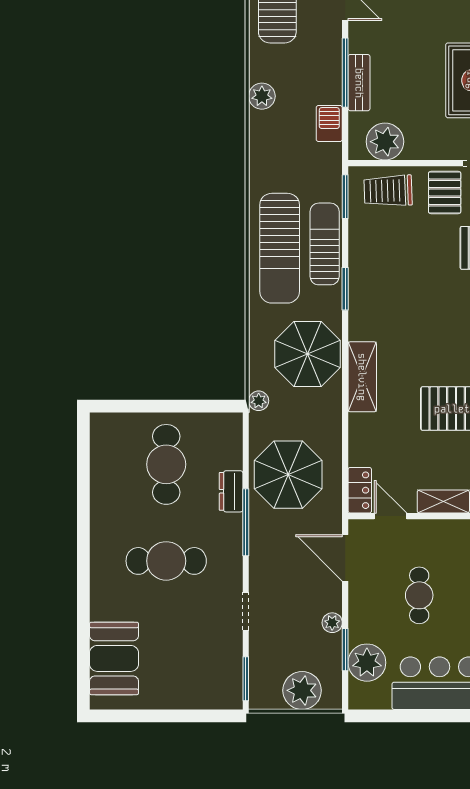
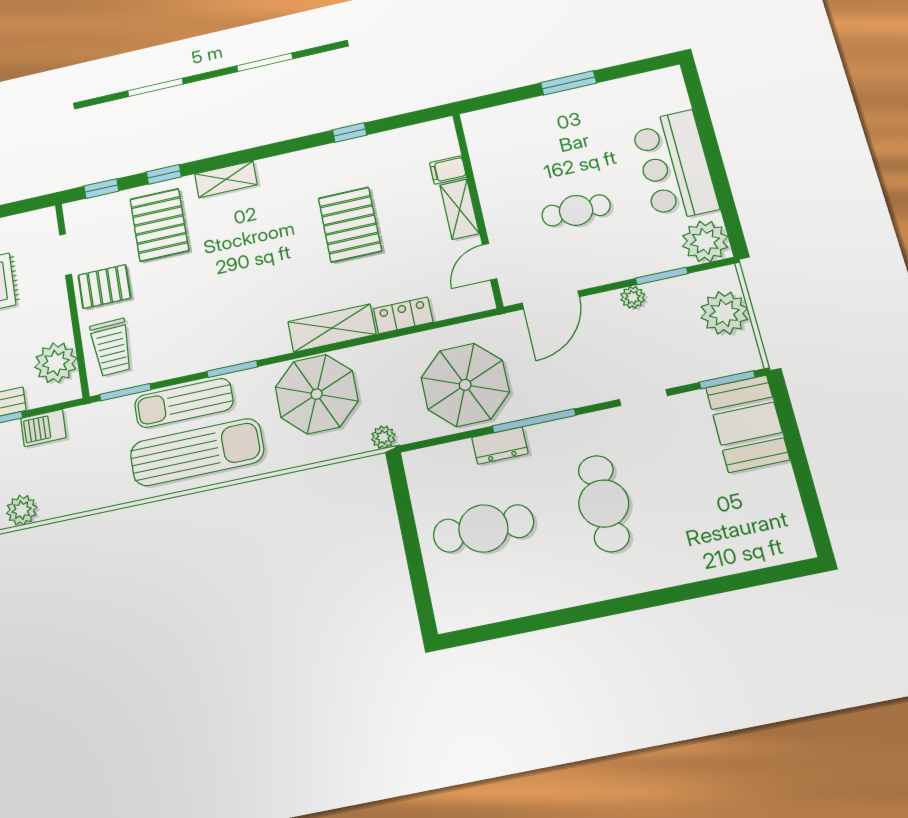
locker: (360, 490) -> (403, 315), moved
booth: (114, 658) -> (748, 424), moved, turned 90
plant: (367, 663) -> (705, 241), moved

